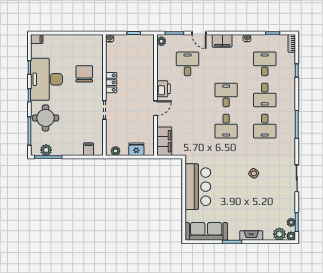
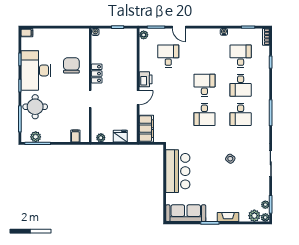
filing cabinet: (222, 41) -> (201, 34), removed

